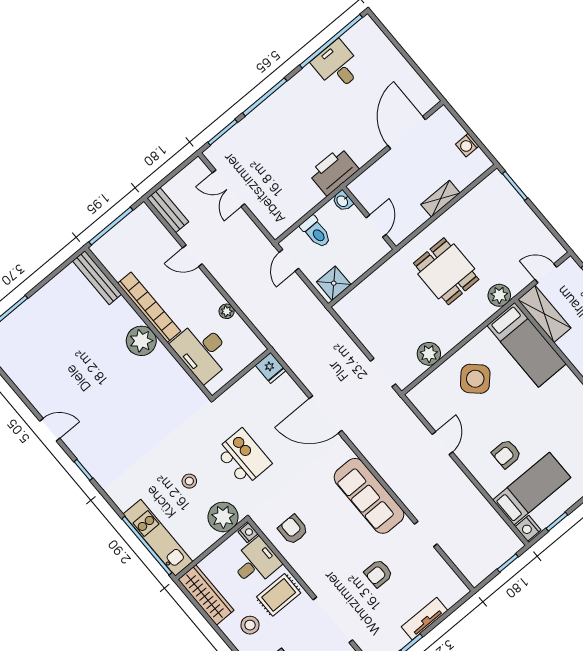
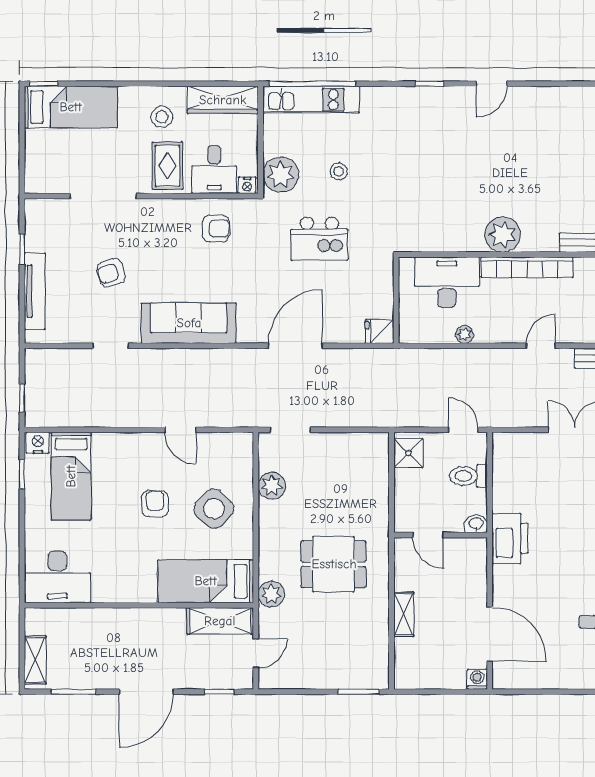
washing machine: (467, 145) -> (477, 679), moved
armchair: (506, 454) -> (155, 504), moved
armchair: (378, 573) -> (111, 273), turned -107
tv unit: (425, 619) -> (35, 291), width x1.41

